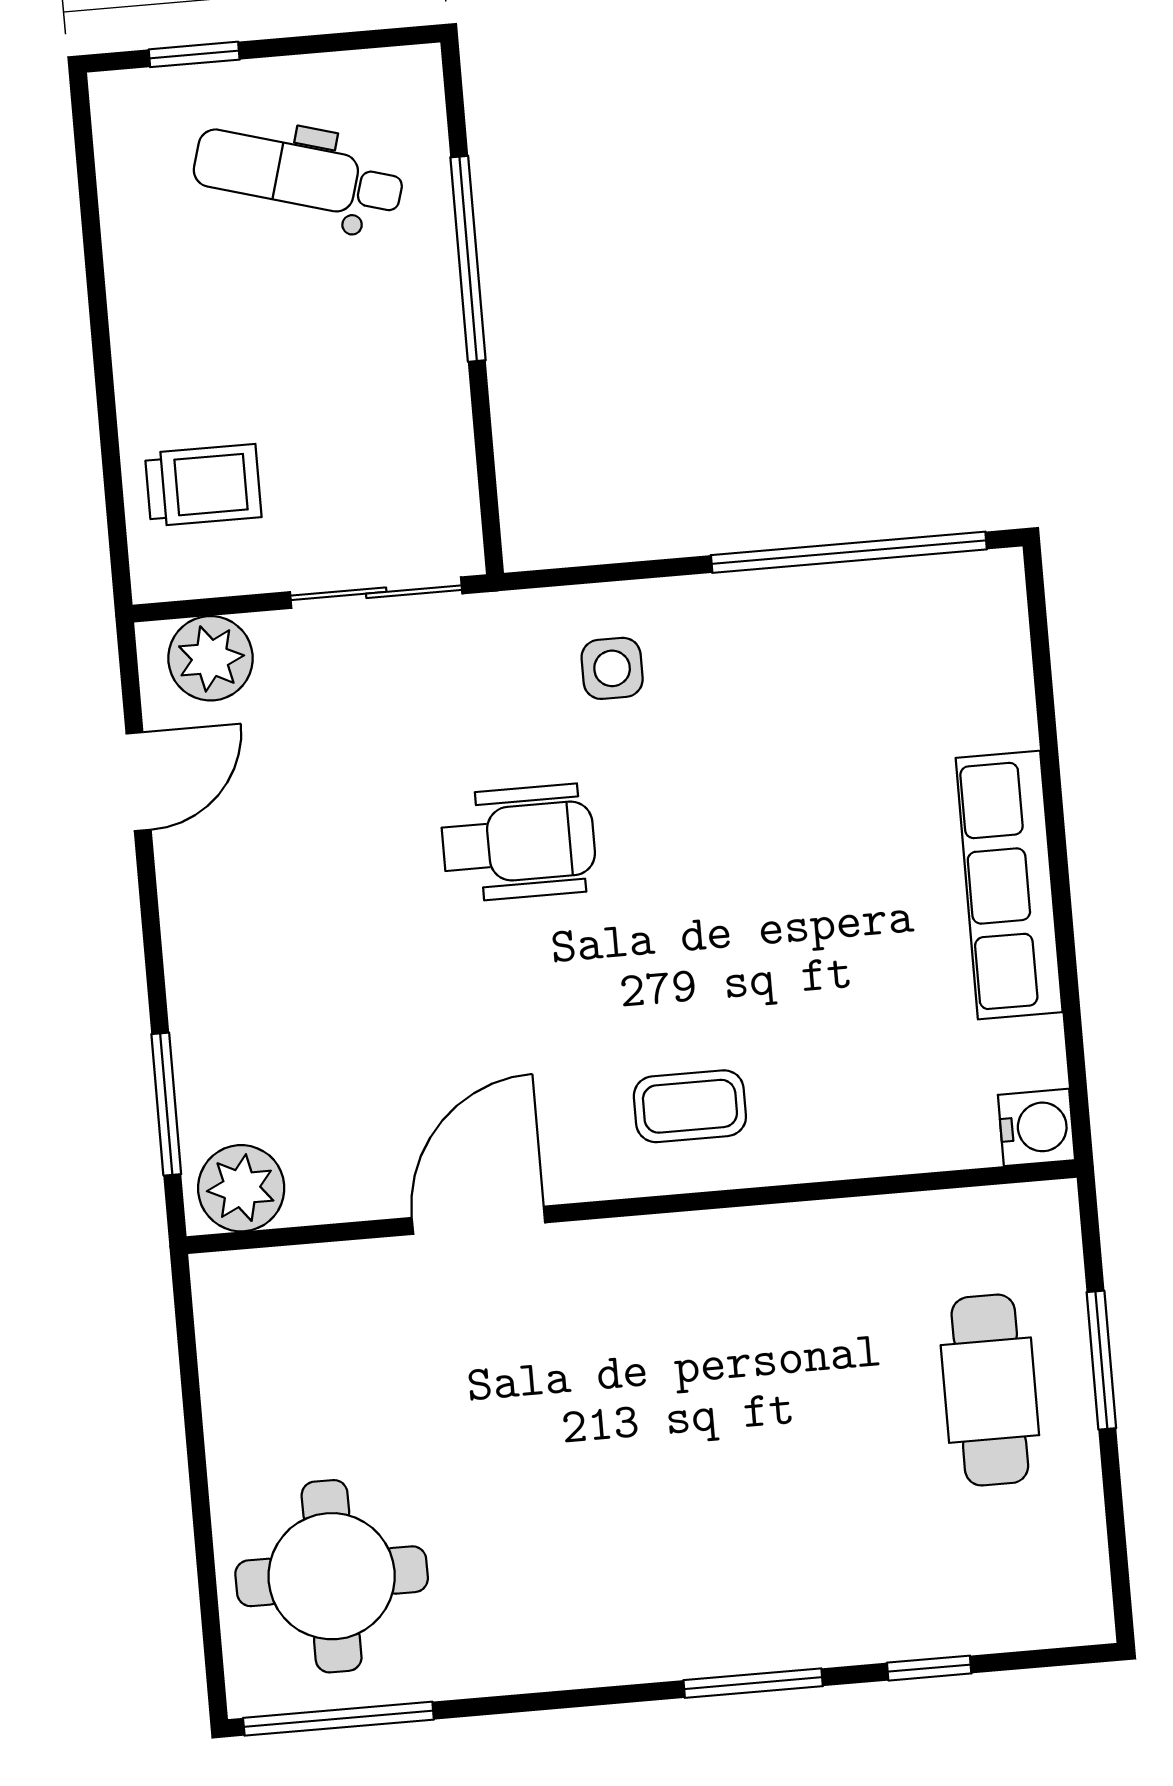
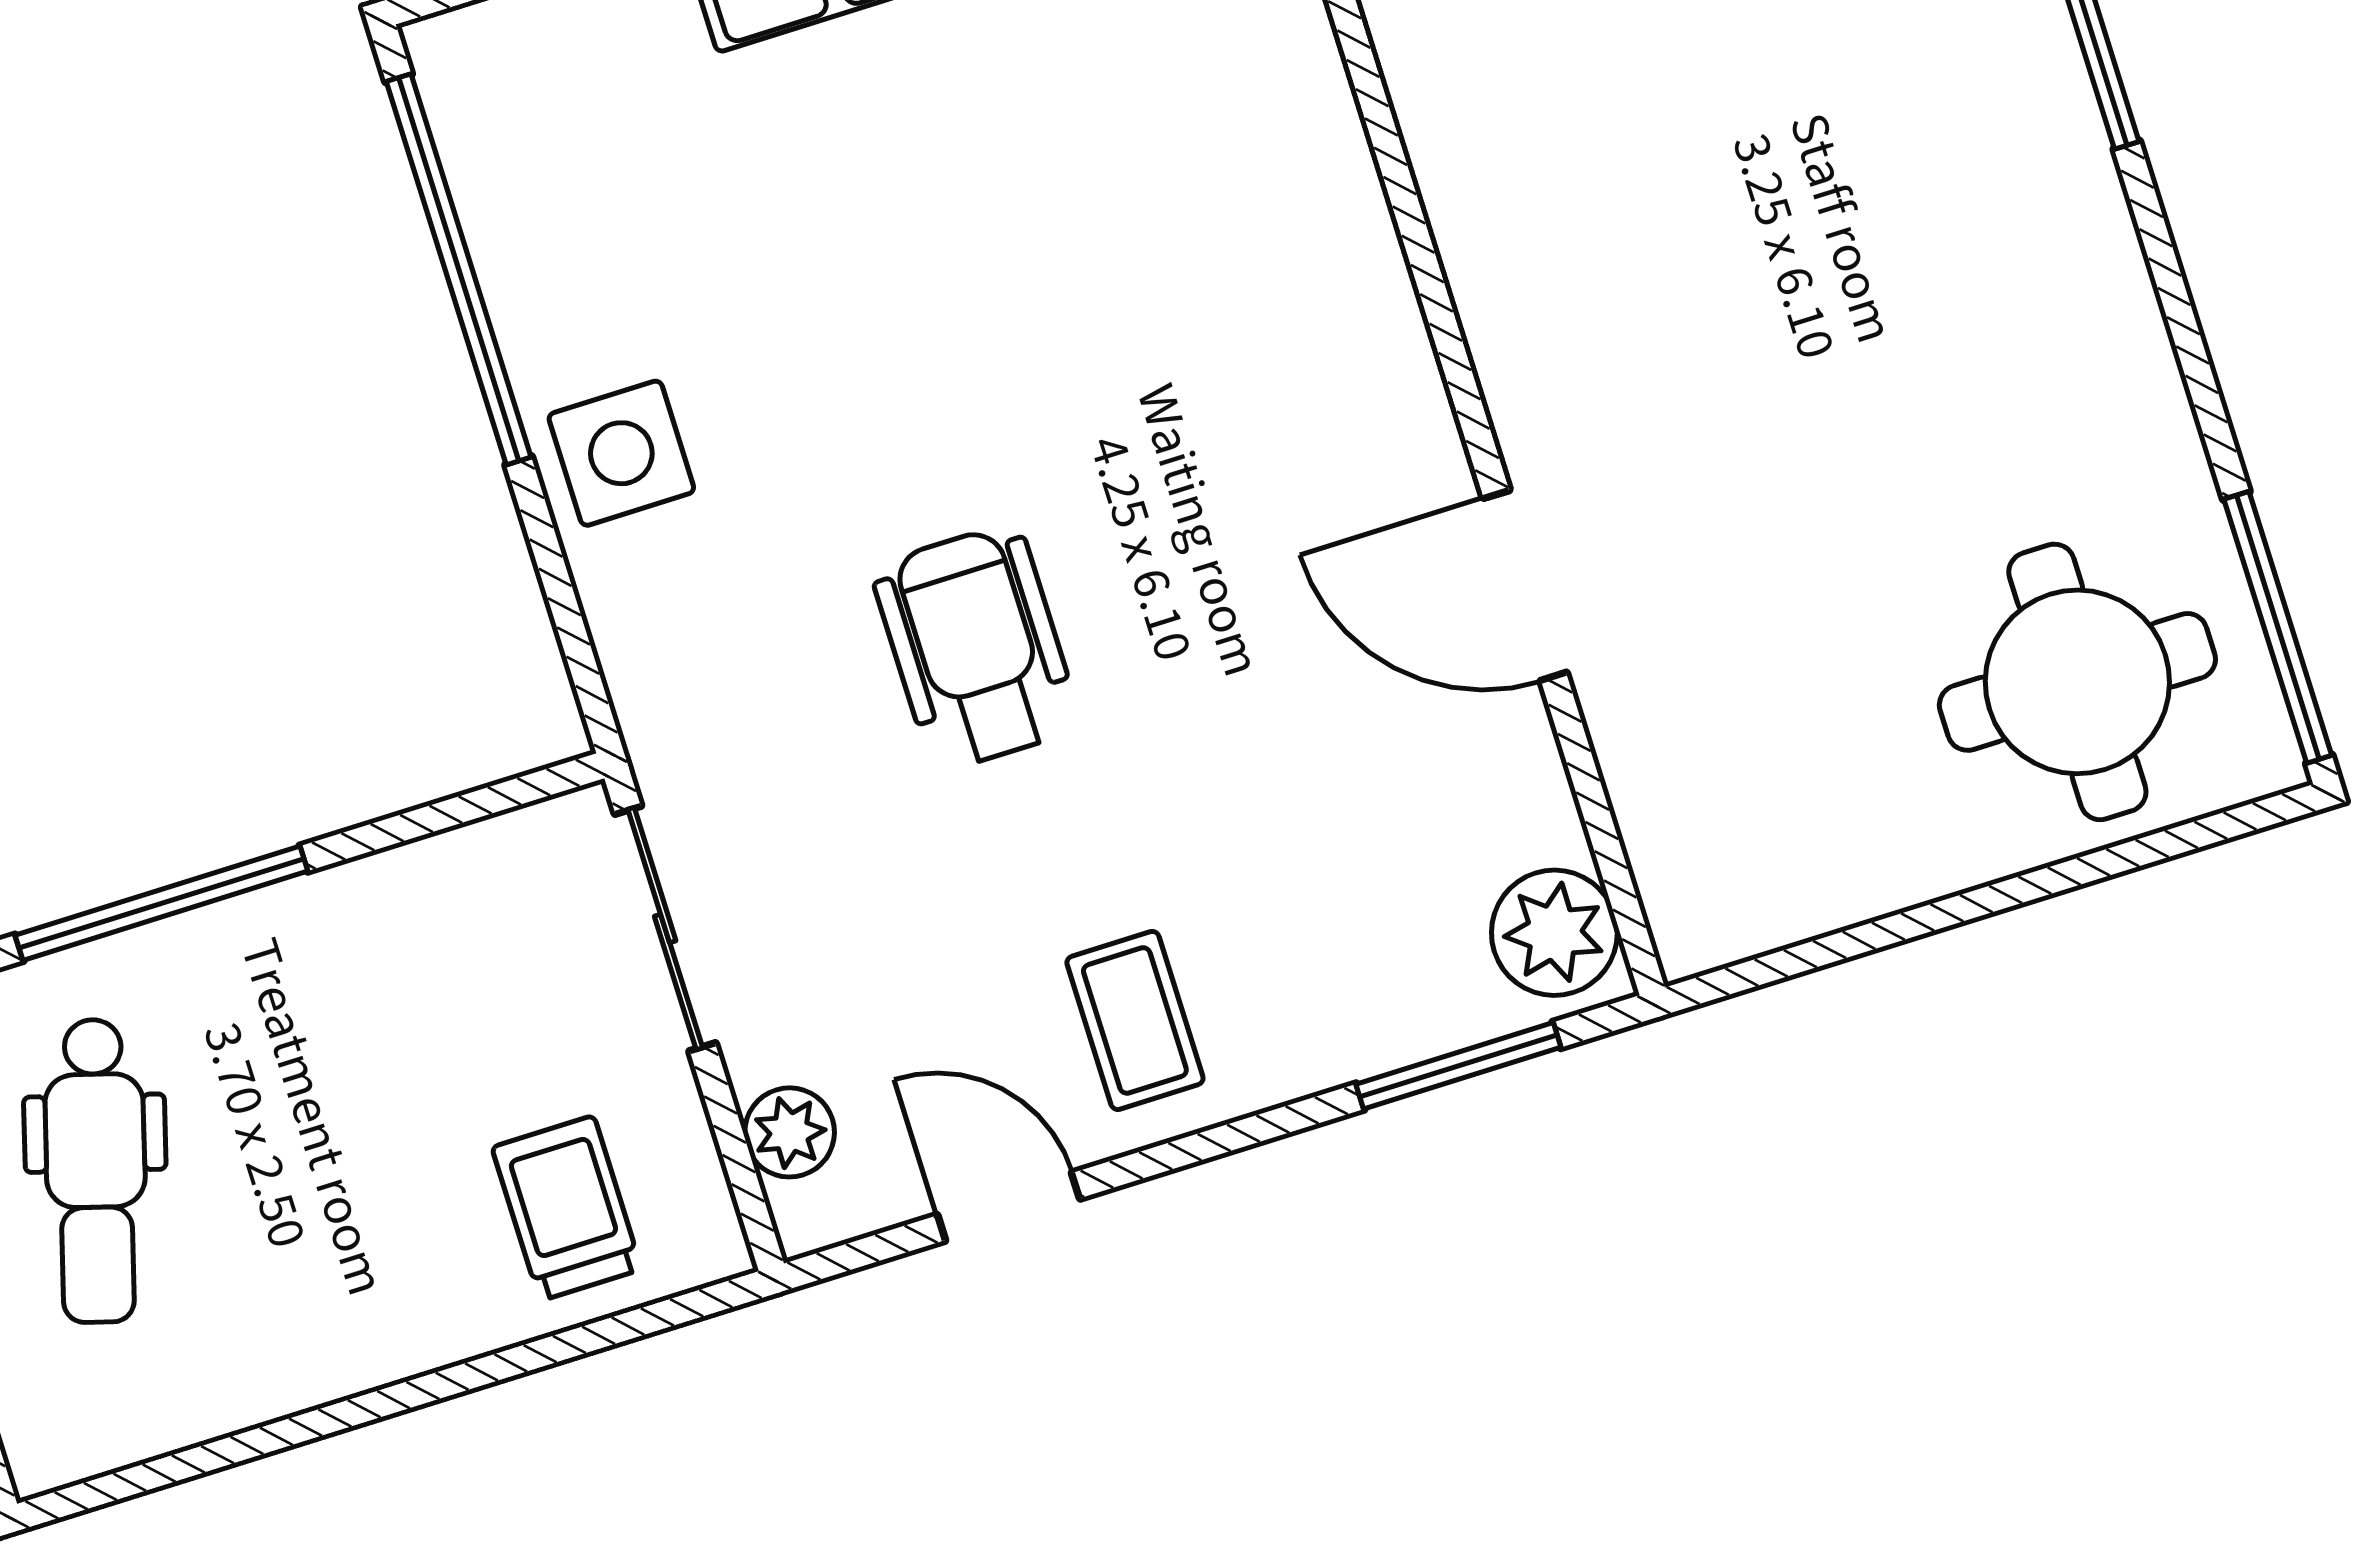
plant: (210, 658) -> (790, 1132), width x0.73, depth x0.73
side table: (612, 668) -> (621, 453), moved, width x1.37, depth x1.37
coffee table: (690, 1106) -> (1135, 1020), moved

